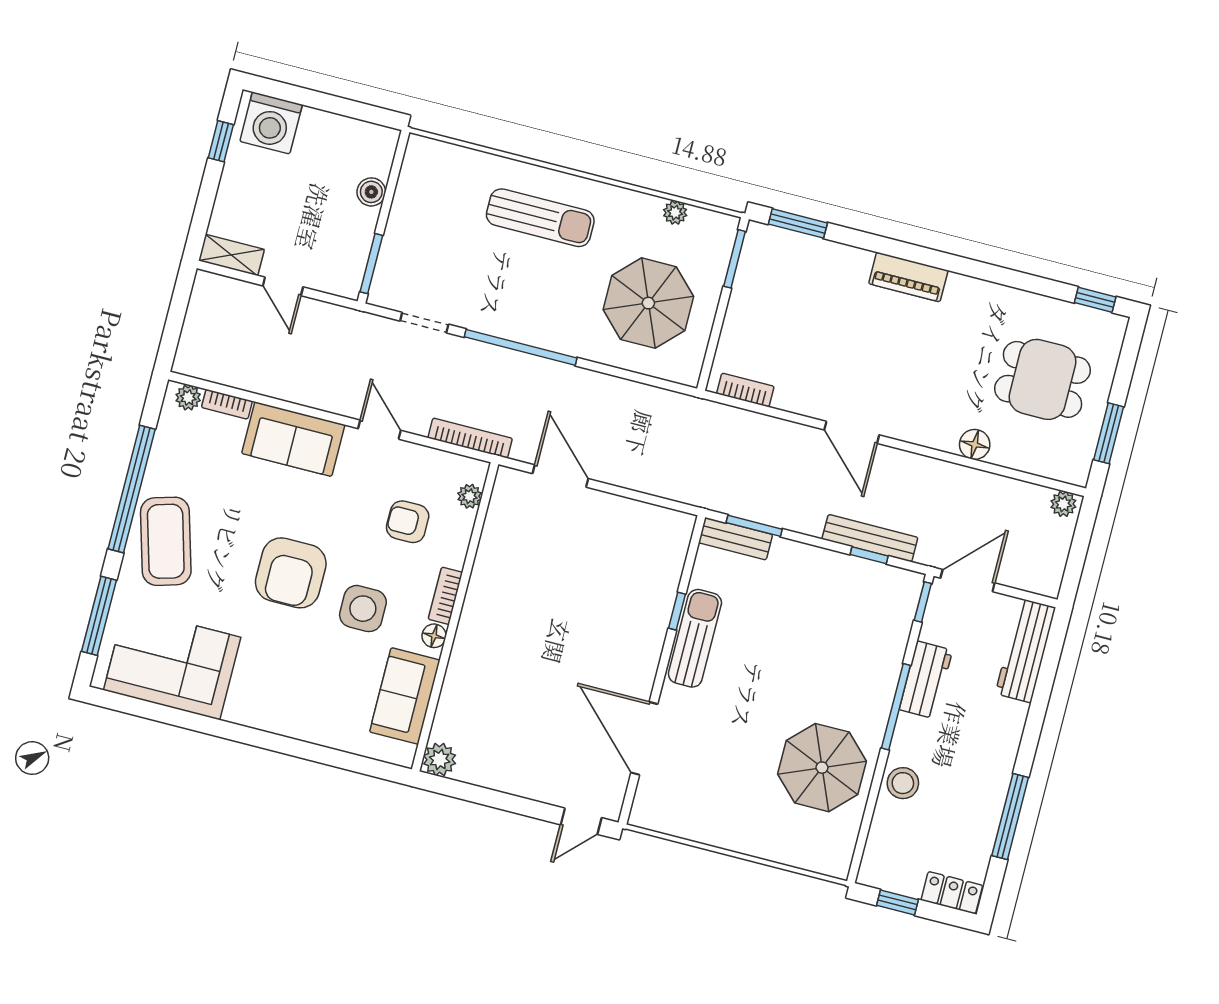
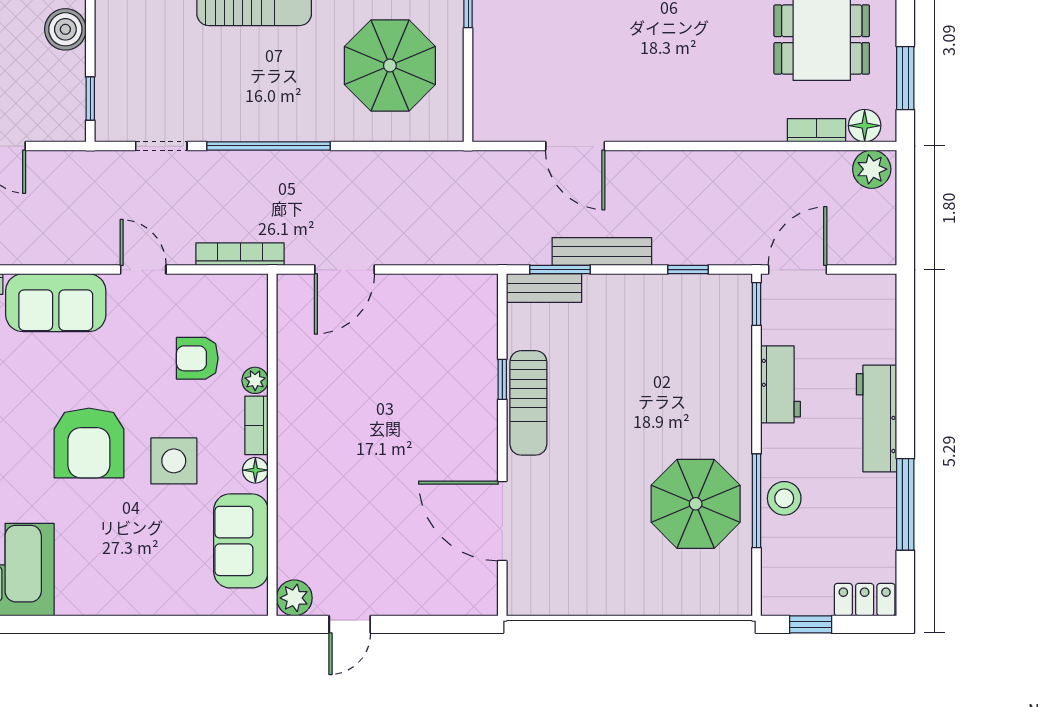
boiler: (371, 192) -> (65, 29), width x1.36, depth x1.36
window: (371, 264) -> (90, 99), width x0.67
bookcase: (745, 390) -> (817, 130), moved
door: (852, 432) -> (575, 146), moved
floor lamp: (975, 444) -> (865, 126), moved
door: (560, 476) -> (344, 270), swing flipped
plant: (470, 496) -> (255, 380), moved
plant: (1063, 504) -> (872, 169), width x1.38, depth x1.38
bench: (870, 538) -> (602, 252), moved
sun lounger: (695, 638) -> (528, 403), turned 180
workbench: (1025, 651) -> (877, 418), moved
window: (896, 707) -> (756, 501), moved
door: (581, 821) -> (350, 624), moved

